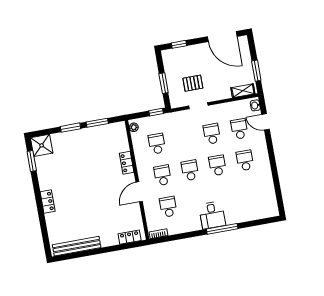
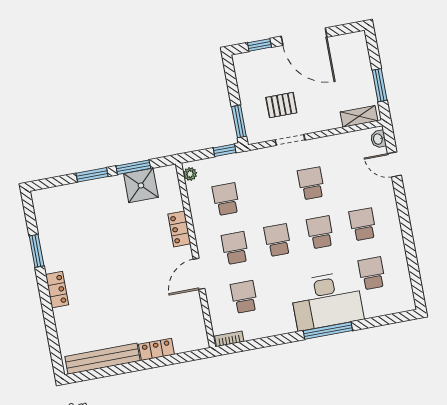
door: (222, 37) -> (304, 37), moved
window: (164, 83) -> (239, 121), moved
school desk: (239, 129) -> (372, 273), moved
shower: (42, 145) -> (141, 185), moved
window: (32, 161) -> (37, 251), moved
desk: (212, 215) -> (327, 301), width x1.87, depth x1.30
locker: (130, 237) -> (156, 349), moved

